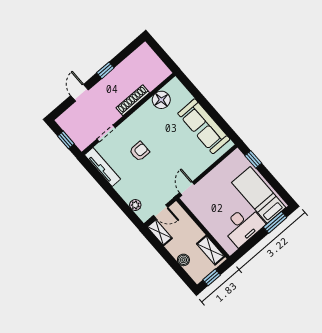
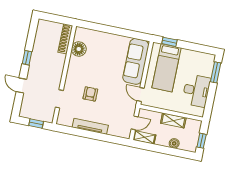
shoe rack: (133, 100) -> (65, 39), moved
sofa: (204, 126) -> (136, 61), moved, turned 90
tv unit: (103, 167) -> (90, 126), moved
bed: (259, 195) -> (167, 68), moved, turned -90
plant: (135, 205) -> (115, 131), removed
shelving: (211, 250) -> (173, 120), moved

